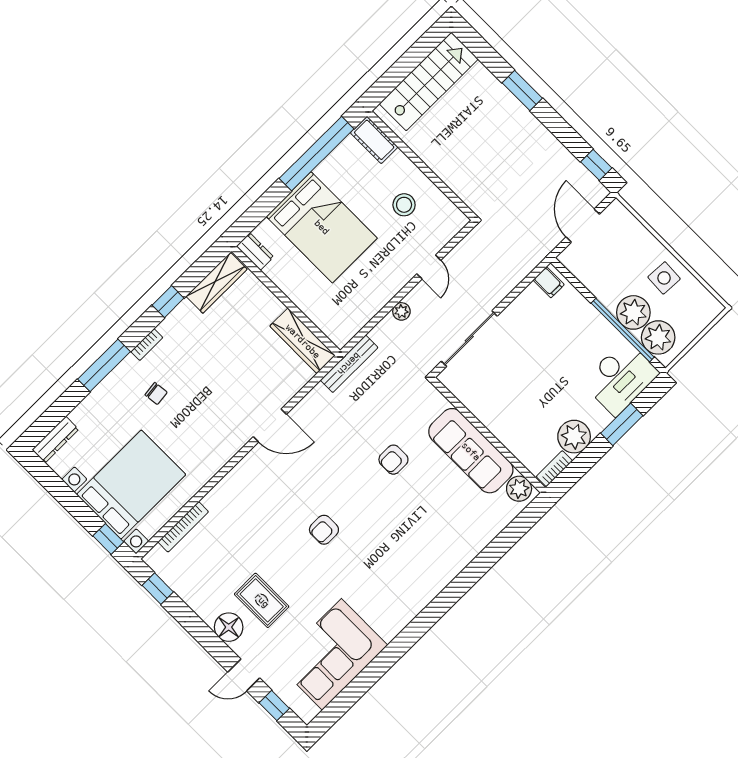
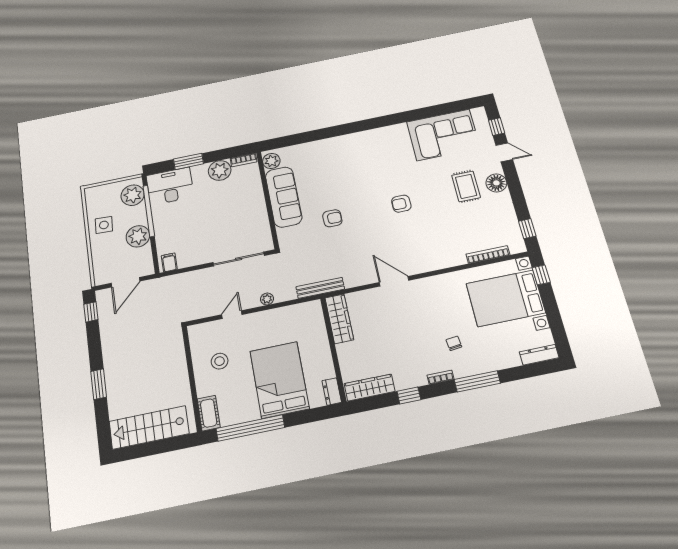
plant: (633, 312) -> (138, 236), moved
armchair: (324, 530) -> (401, 204), turned 180

